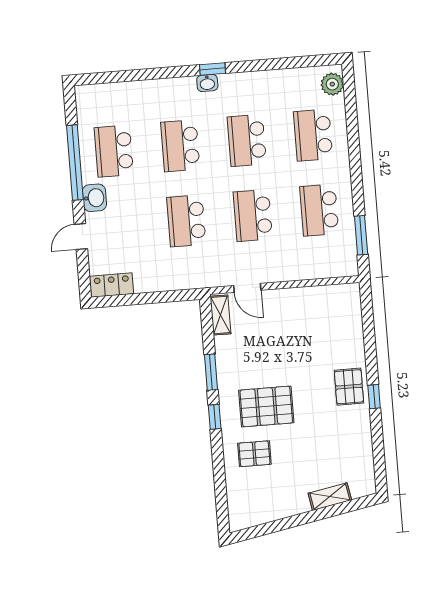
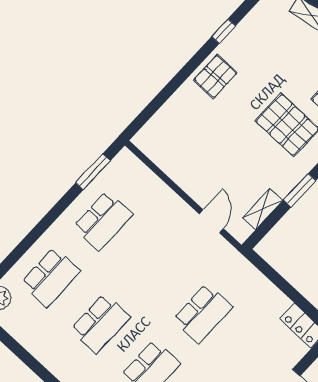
school desk: (253, 215) -> (153, 267), removed
shelving: (220, 315) -> (263, 209), moved
window: (374, 397) -> (224, 31), moved

